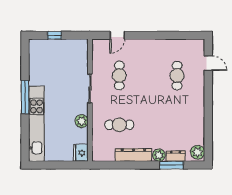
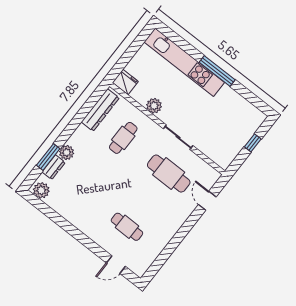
cafe table: (119, 76) -> (169, 174), width x1.37, depth x1.35
dresser: (133, 155) -> (100, 110), moved

